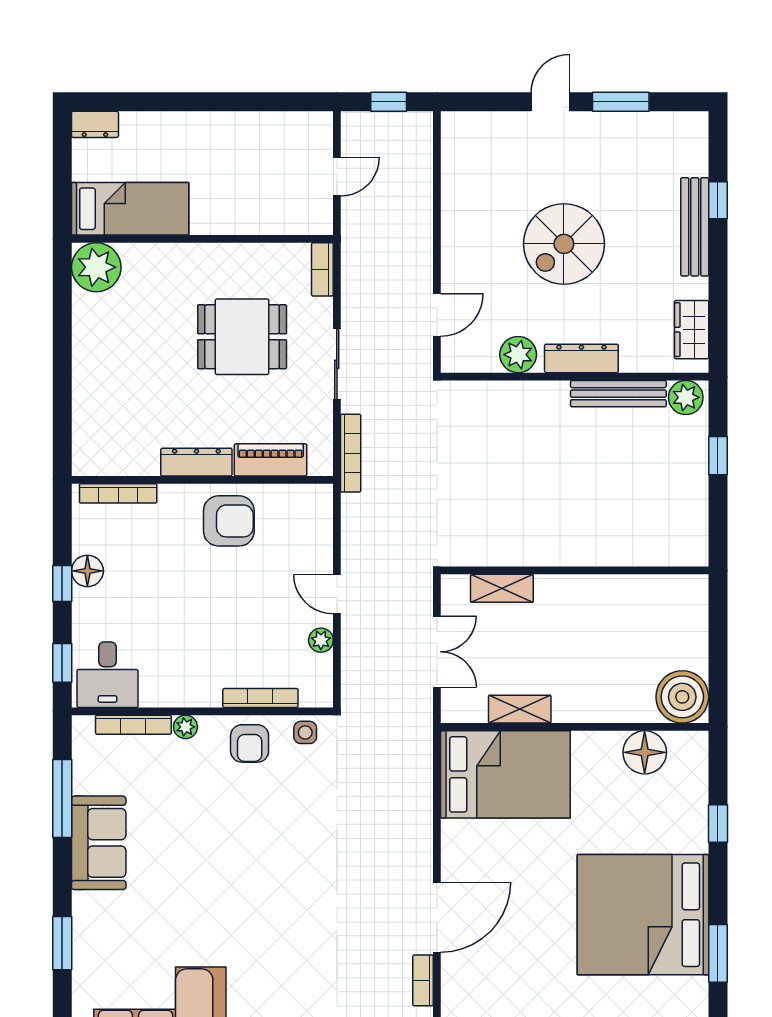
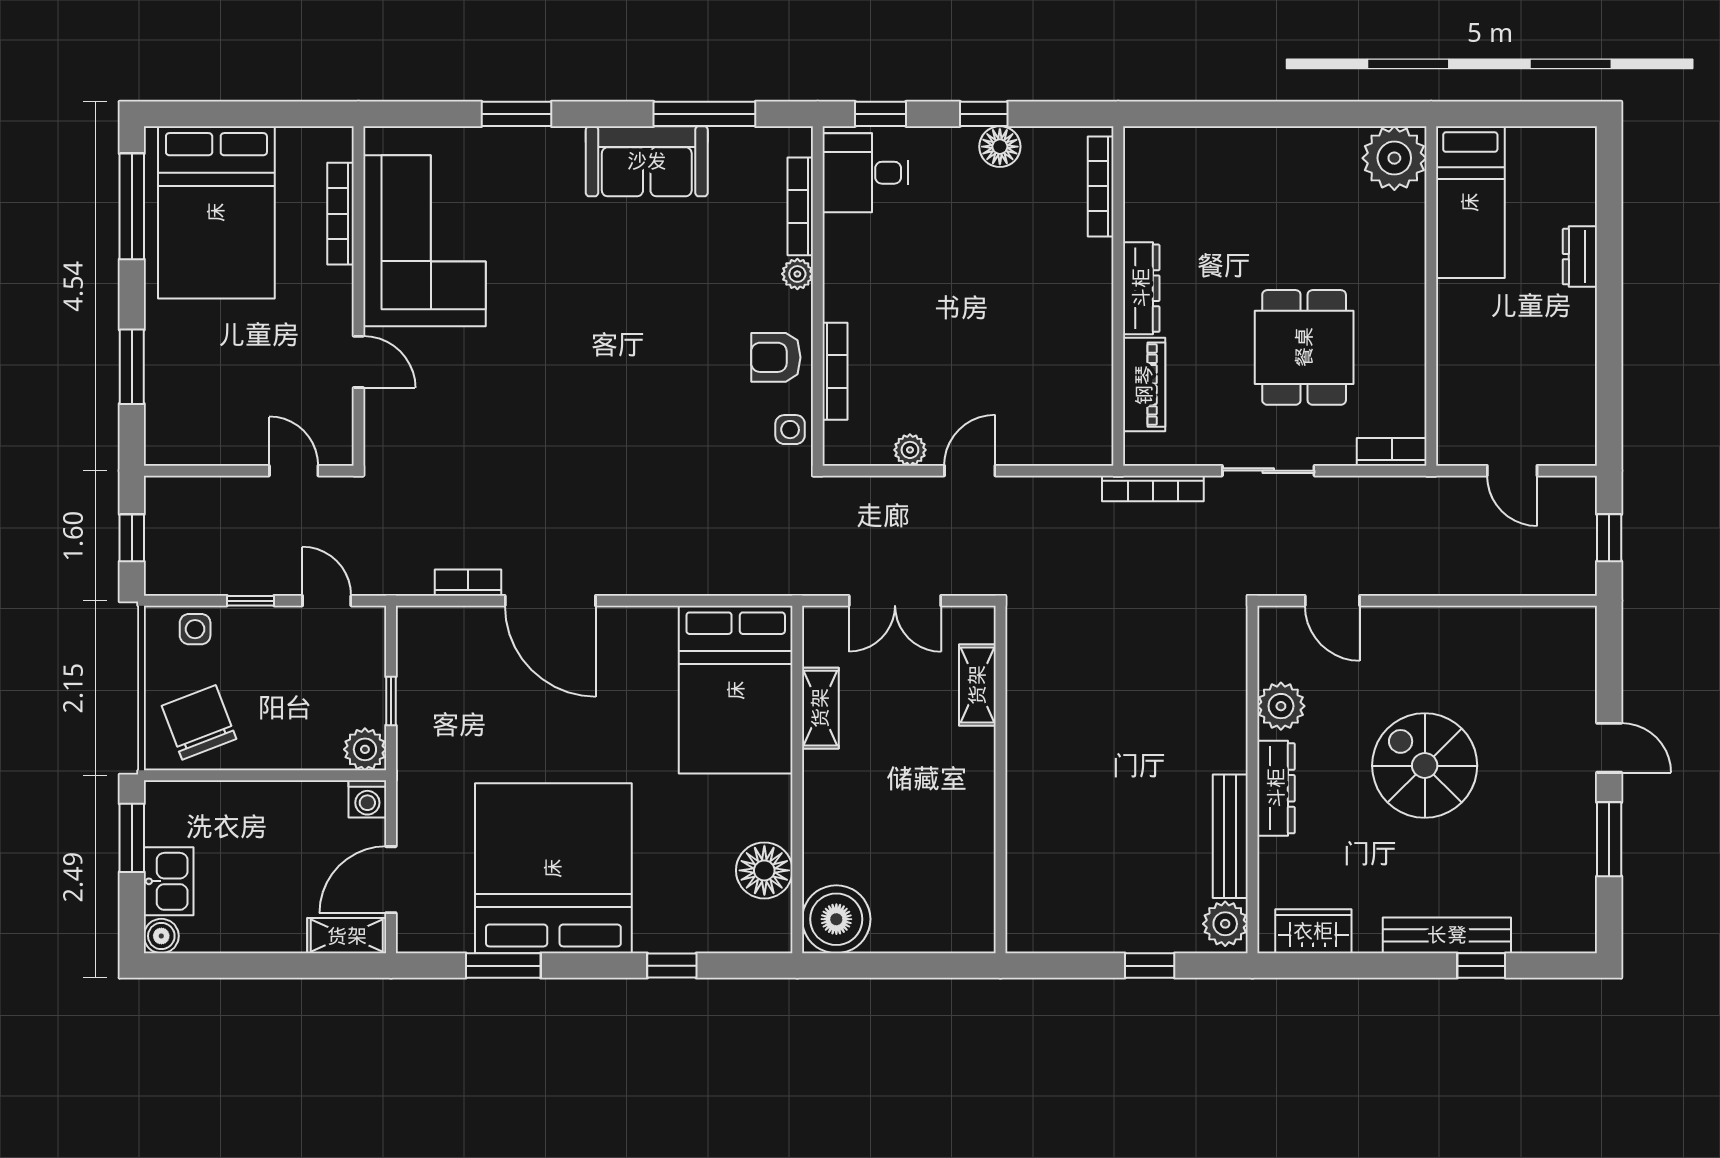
dresser: (95, 124) -> (1580, 257), moved
armchair: (229, 521) -> (1065, 330), removed

